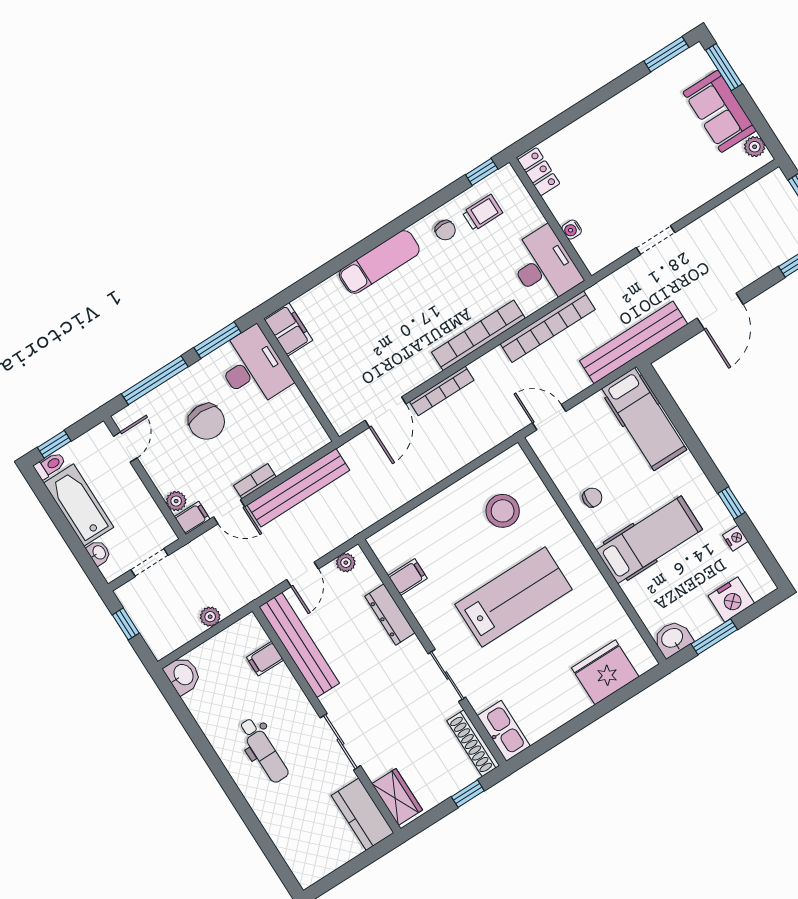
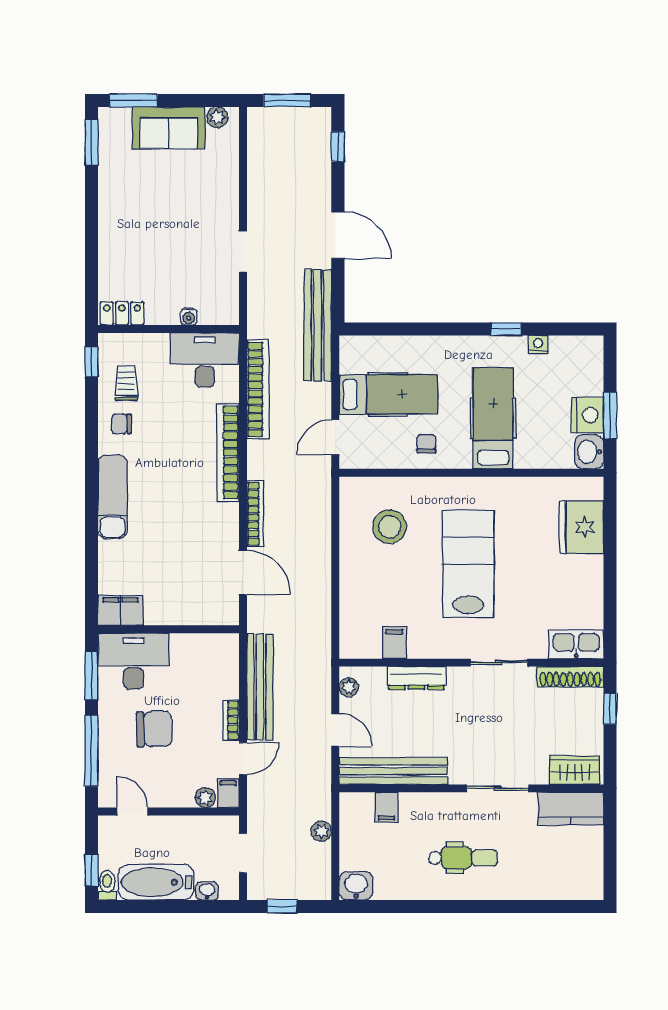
chair: (445, 230) -> (121, 424), turned 180
hospital bed: (644, 419) -> (388, 394), moved
nightstand: (731, 599) -> (588, 415), moved

